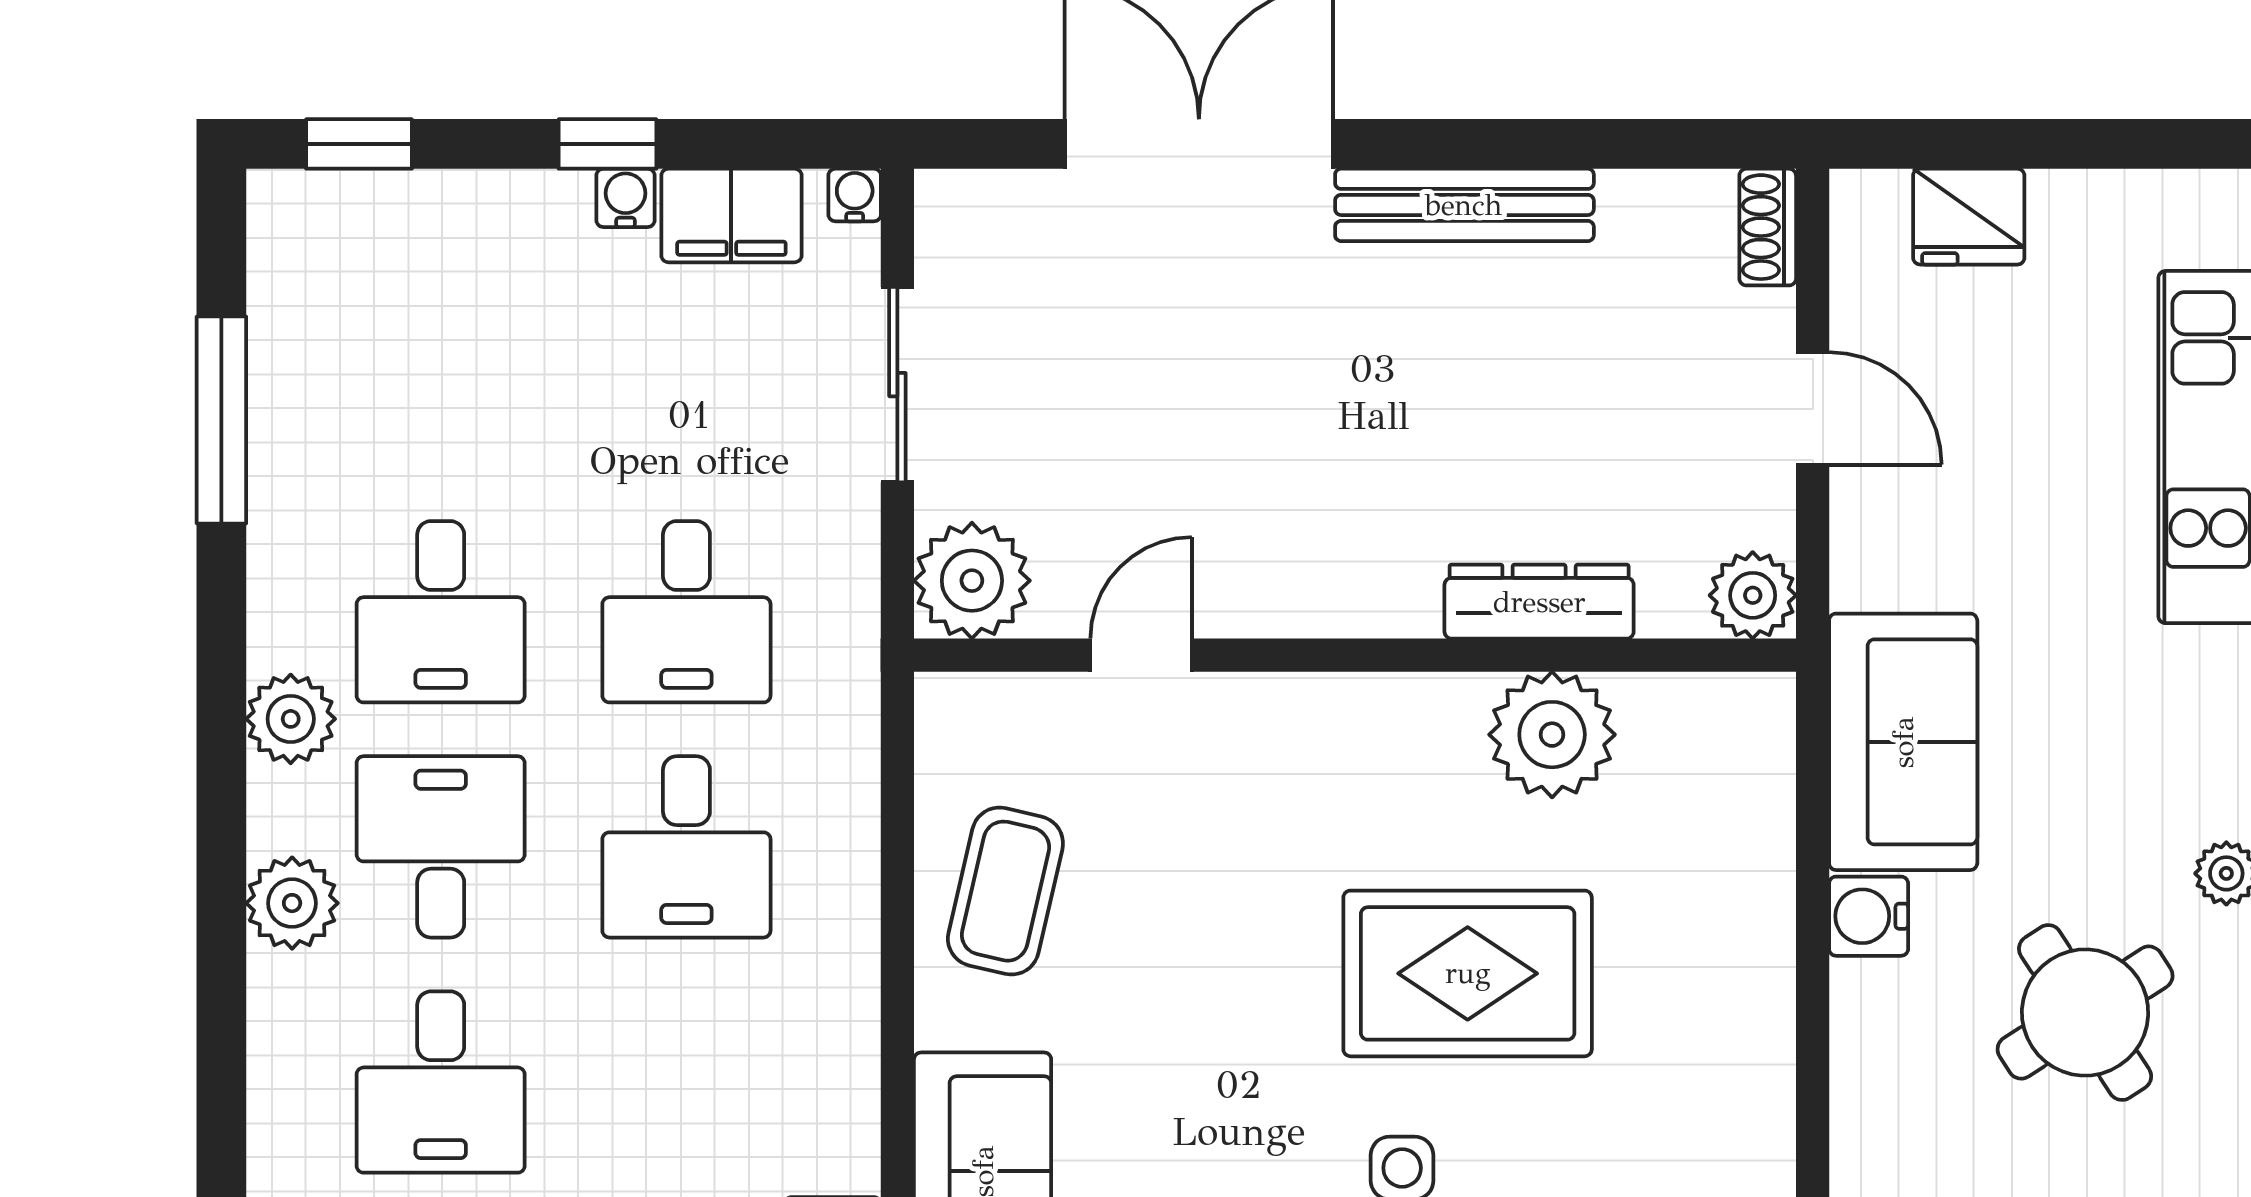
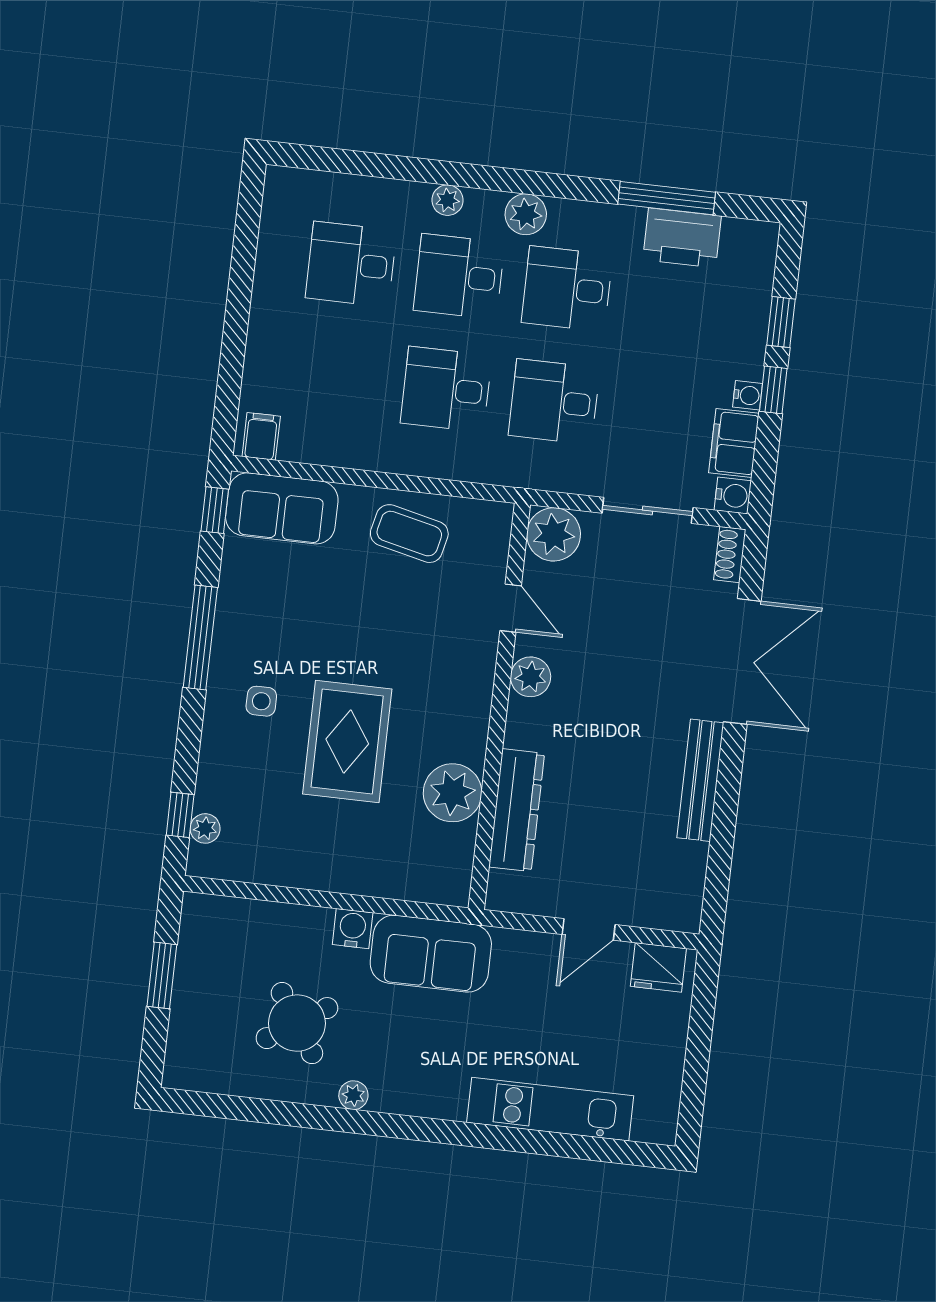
window: (359, 144) -> (781, 322), moved
water cooler: (855, 195) -> (733, 496), width x1.38, depth x1.38
fridge: (1969, 217) -> (658, 967), moved, turned -90
shoe rack: (1768, 227) -> (730, 555), moved, turned -90
printer: (303, 377) -> (682, 238), added
plant: (1753, 595) -> (531, 677), moved
dresser: (1539, 602) -> (517, 810), width x1.37, depth x1.24
desk: (441, 847) -> (459, 276), turned 180
plant: (292, 903) -> (447, 200), width x0.73, depth x0.73

